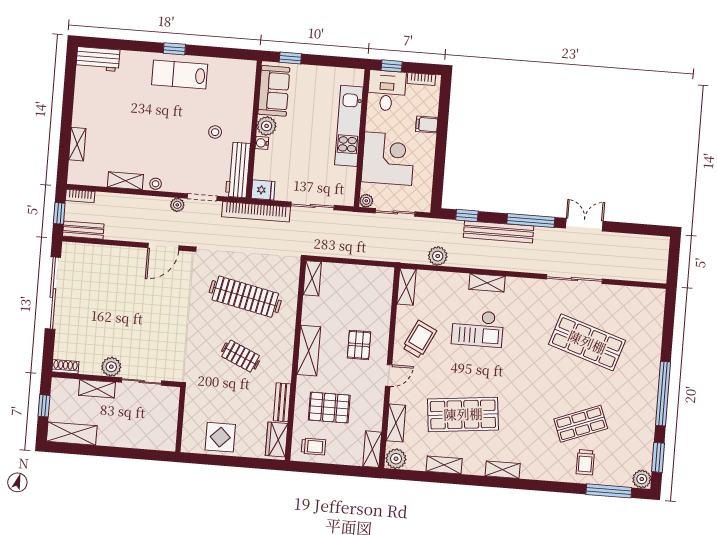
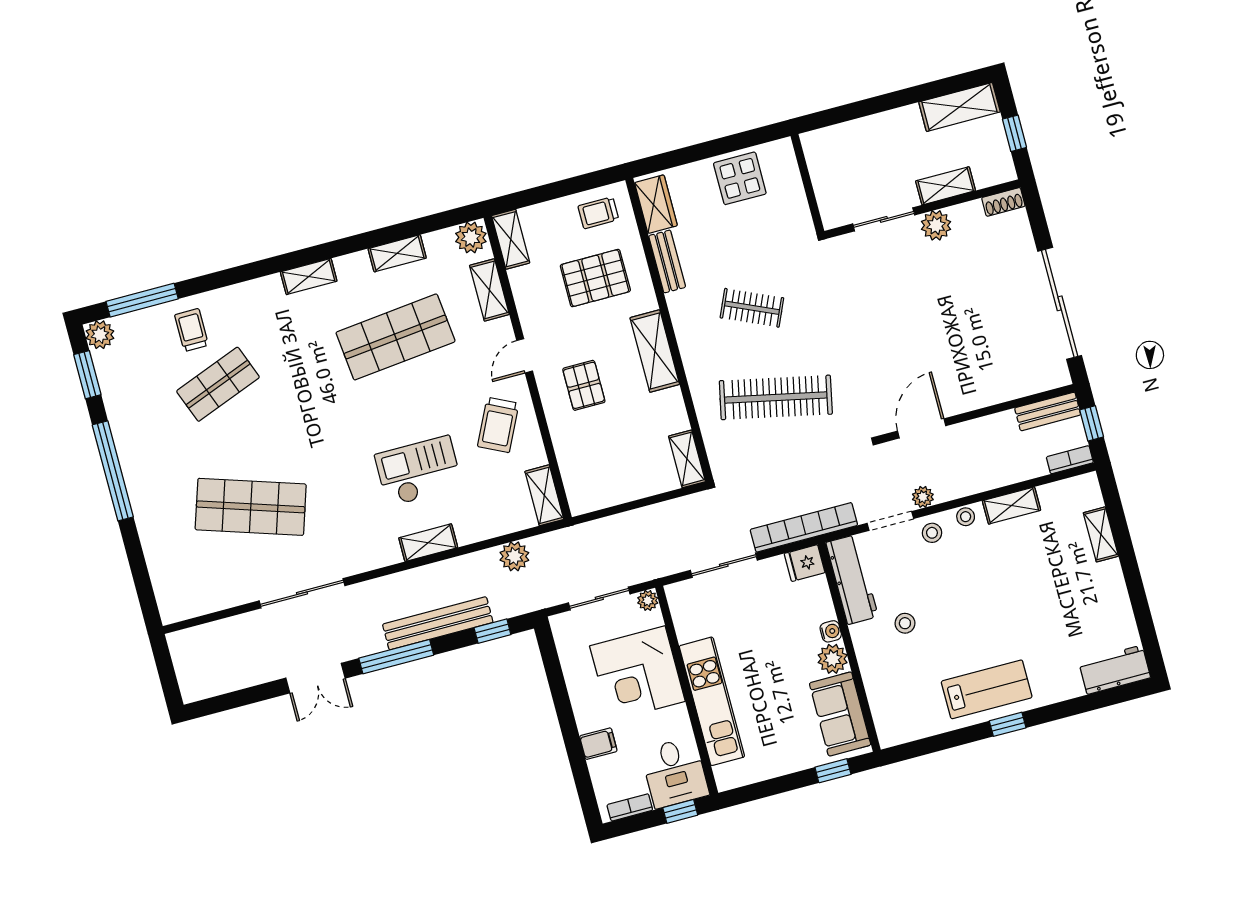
stool: (179, 181) -> (932, 533), added

